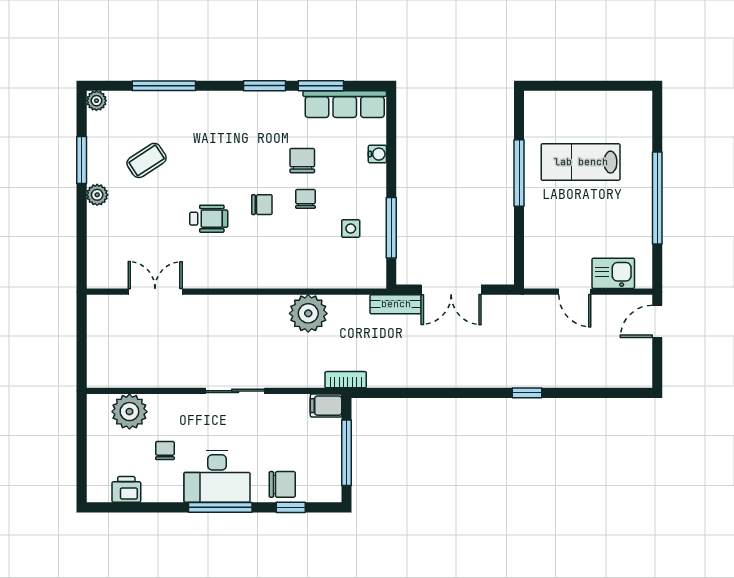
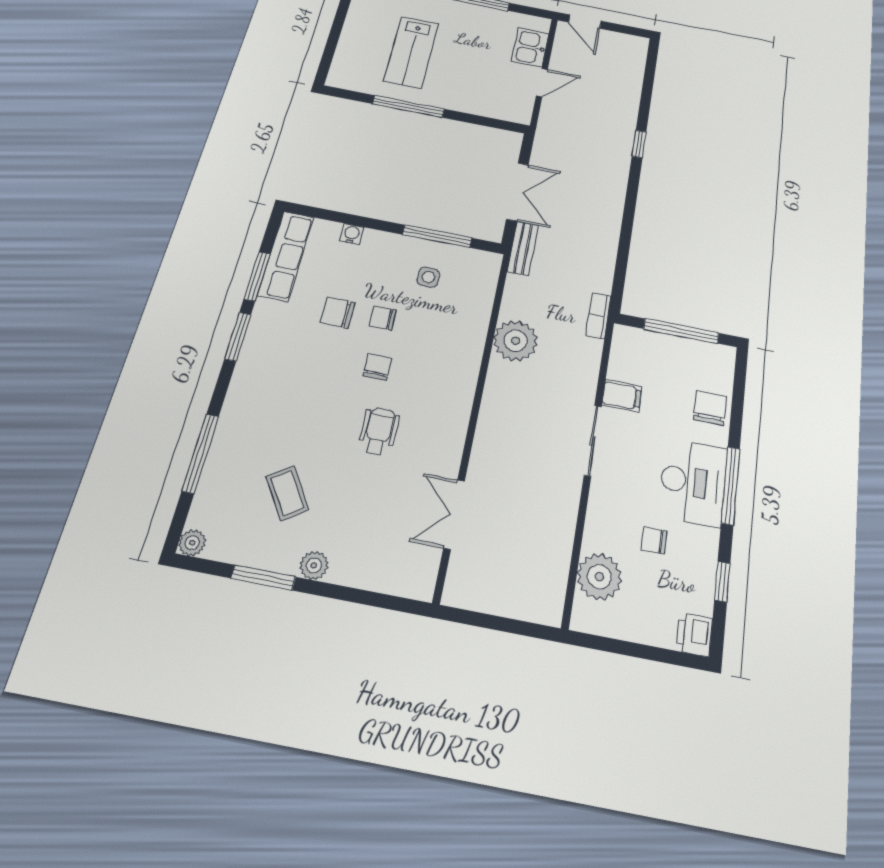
filing cabinet: (326, 406) -> (622, 396), moved, turned -90
printer: (126, 489) -> (694, 634), moved
window: (291, 507) -> (722, 582), moved

